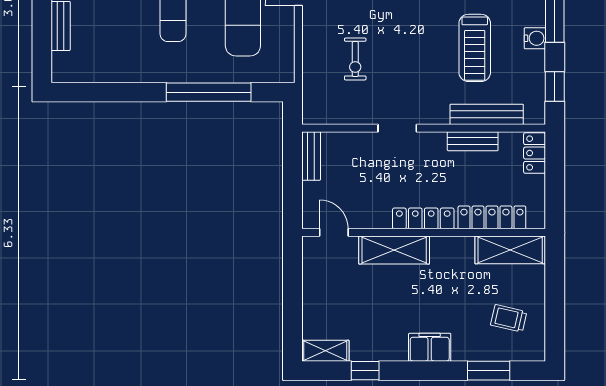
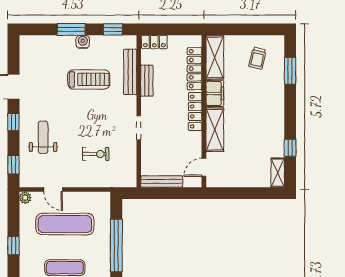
bench: (311, 156) -> (162, 181), width x1.36
filing cabinet: (430, 347) -> (215, 93), moved, turned 180

